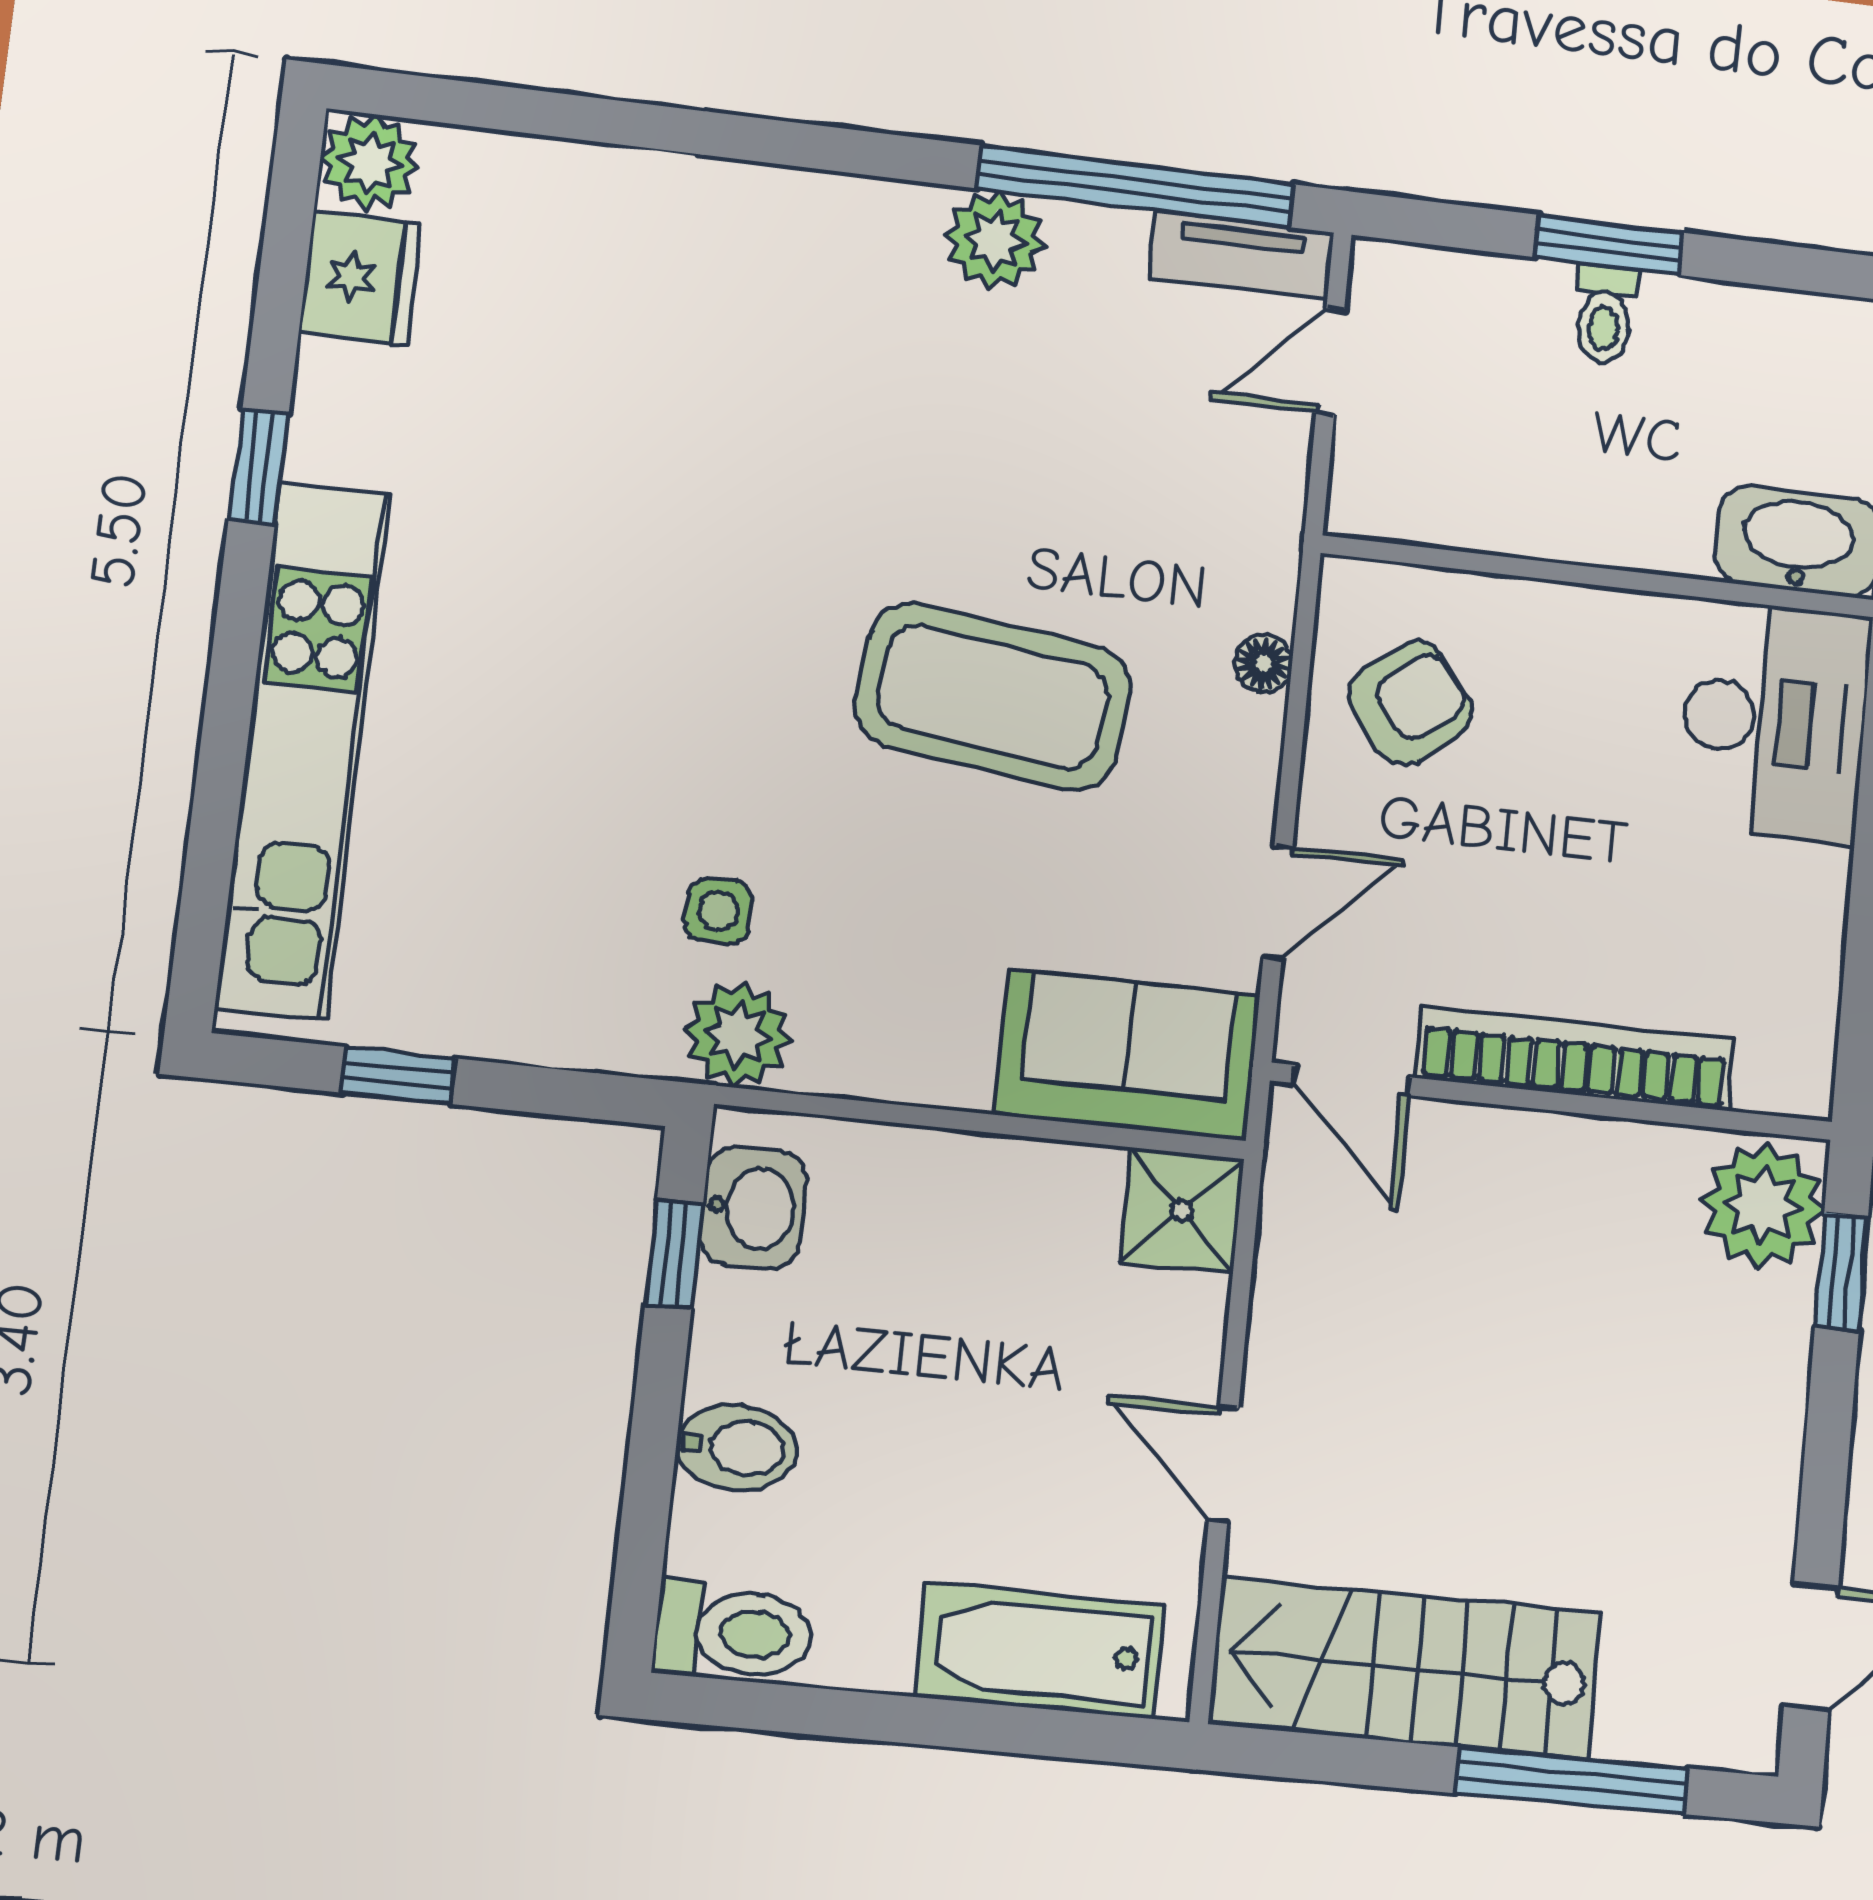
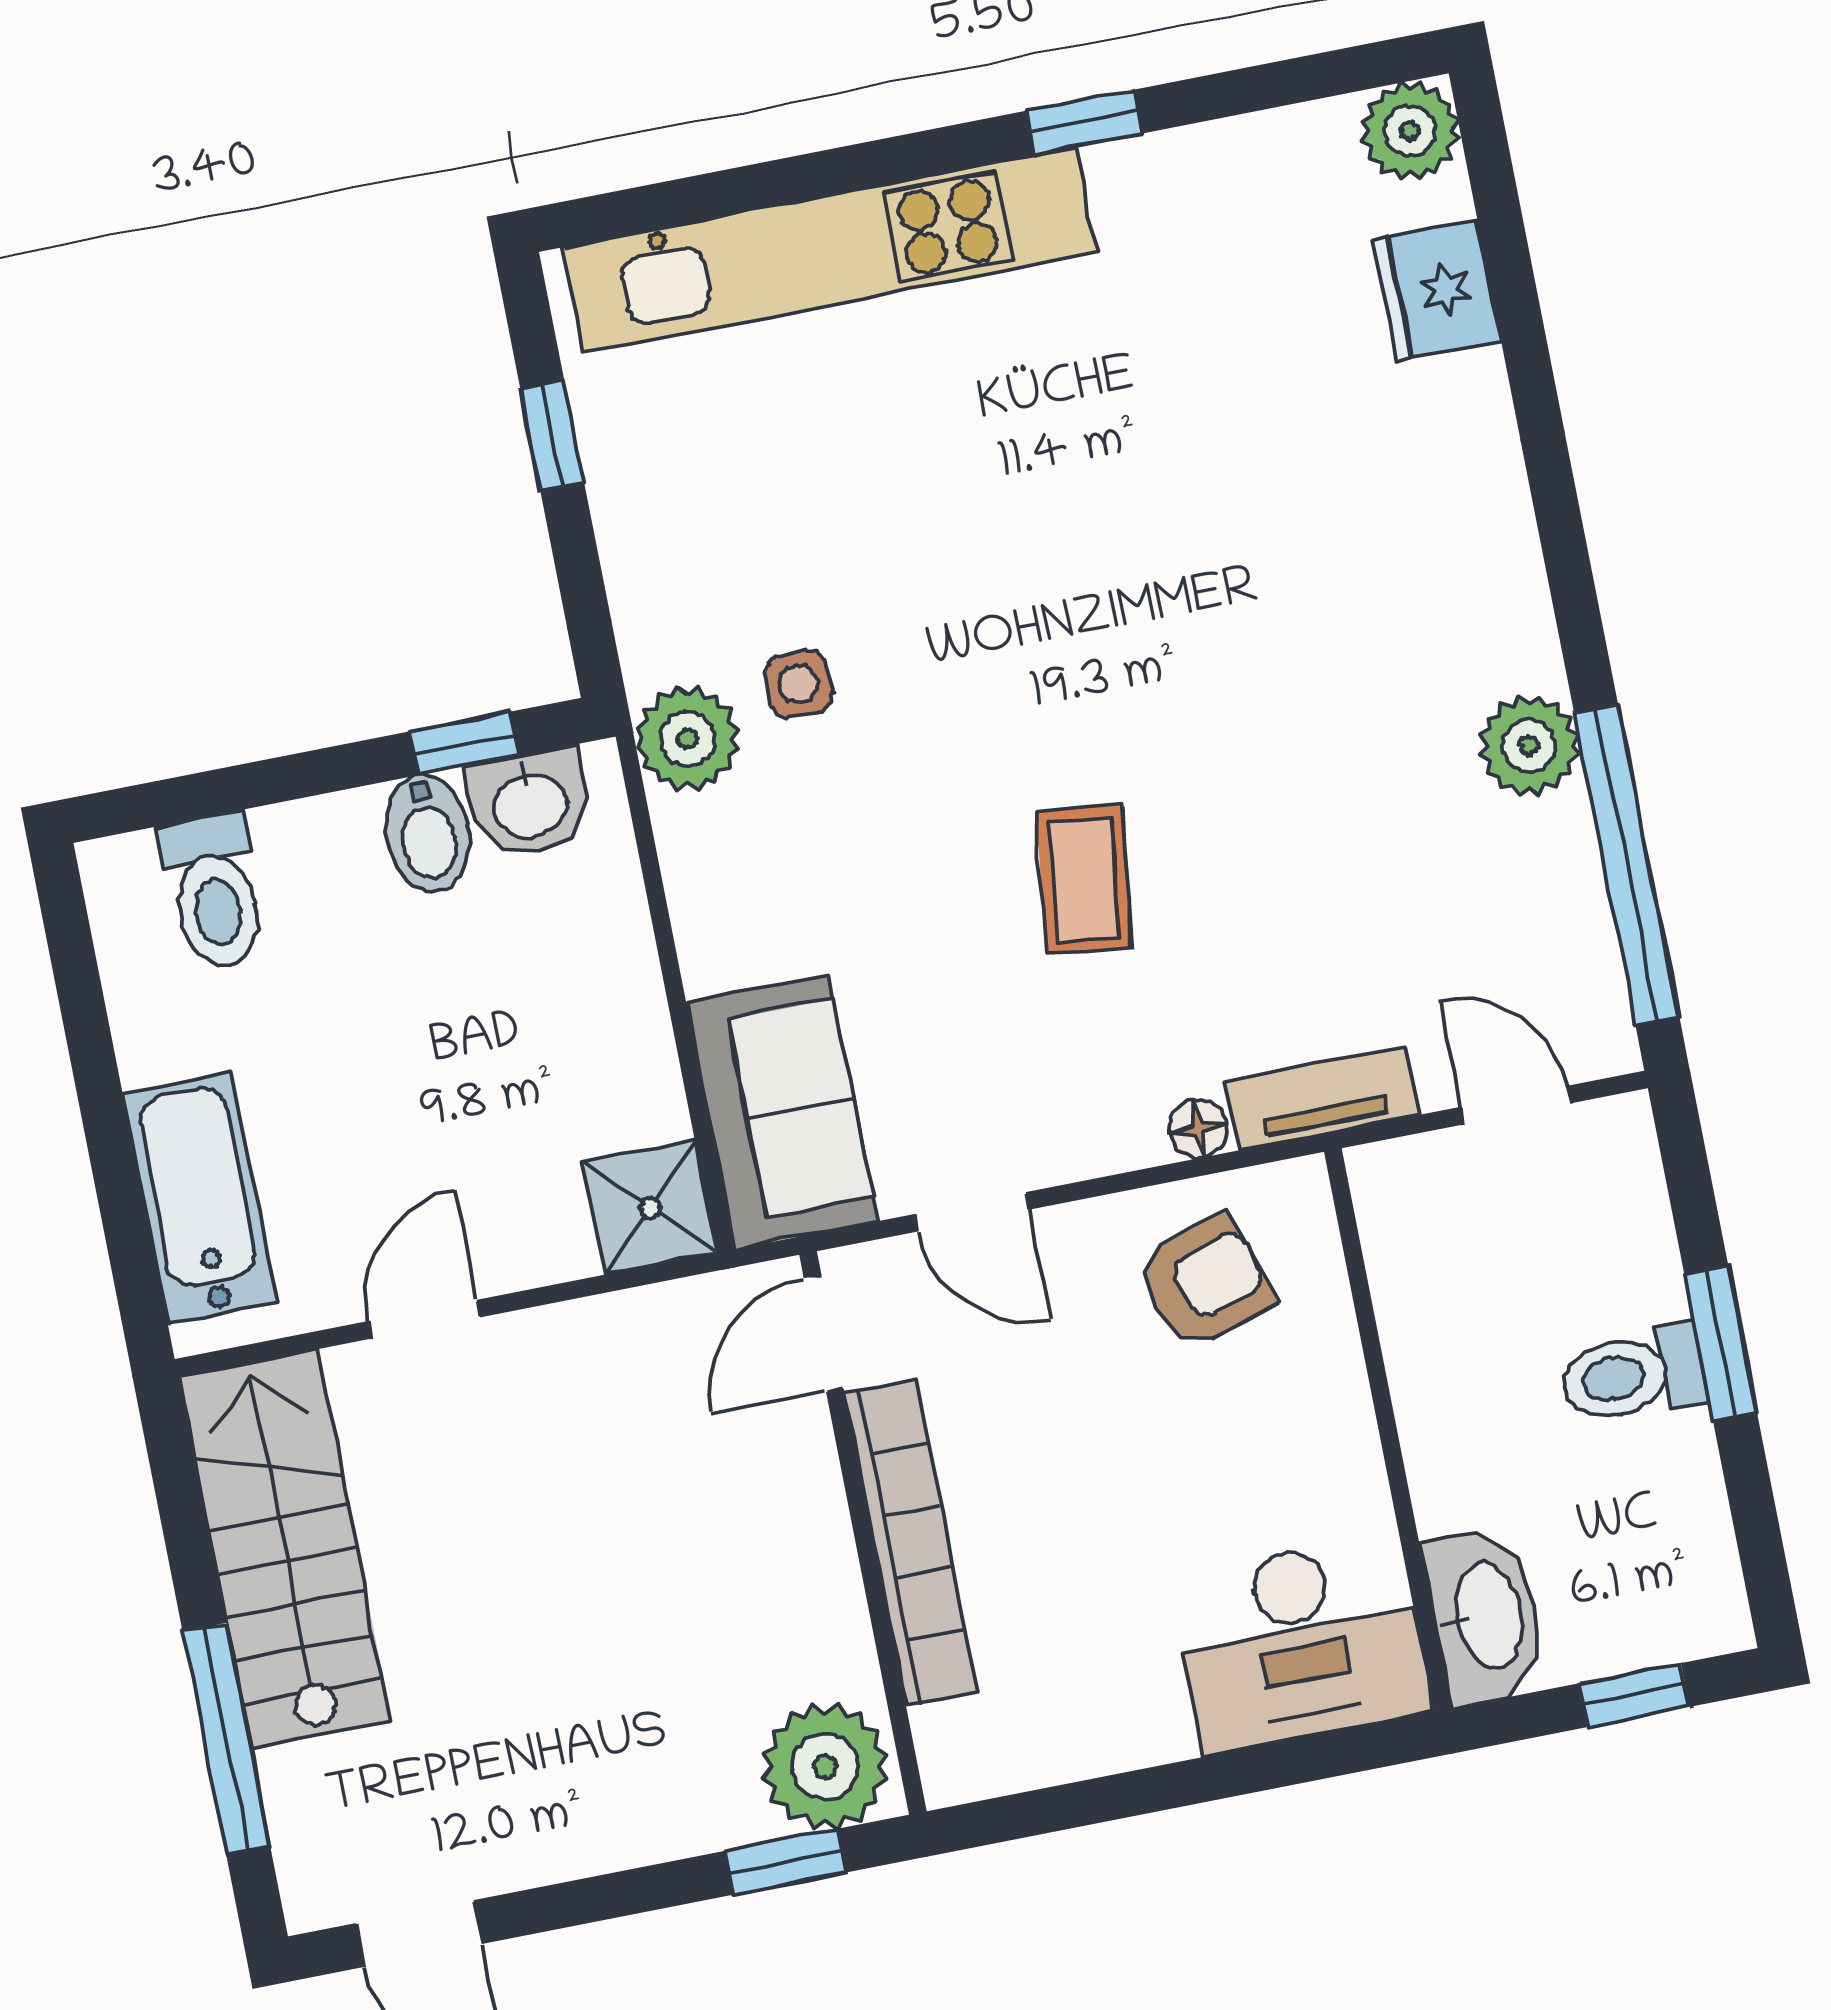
tv unit: (1242, 255) -> (1323, 1098), moved, turned 90
fridge: (360, 278) -> (1437, 291), moved, turned 90
toilet: (1605, 315) -> (1633, 1375), width x1.37, depth x1.39
coffee table: (993, 697) -> (1084, 880), width x0.54, depth x0.58
armchair: (1410, 703) -> (1205, 1282), turned -70
bidet: (737, 1448) -> (428, 833), moved
toilet: (733, 1632) -> (214, 892), moved

